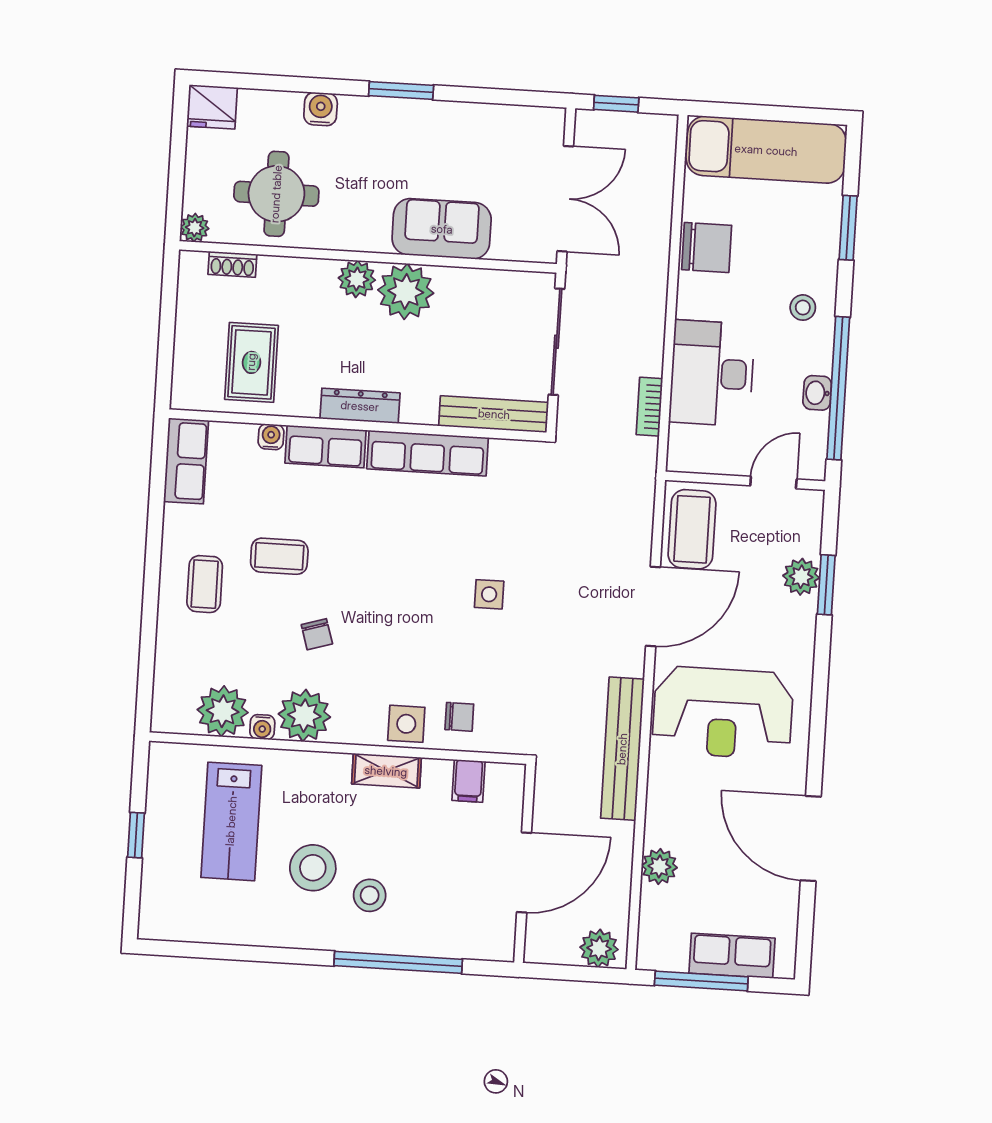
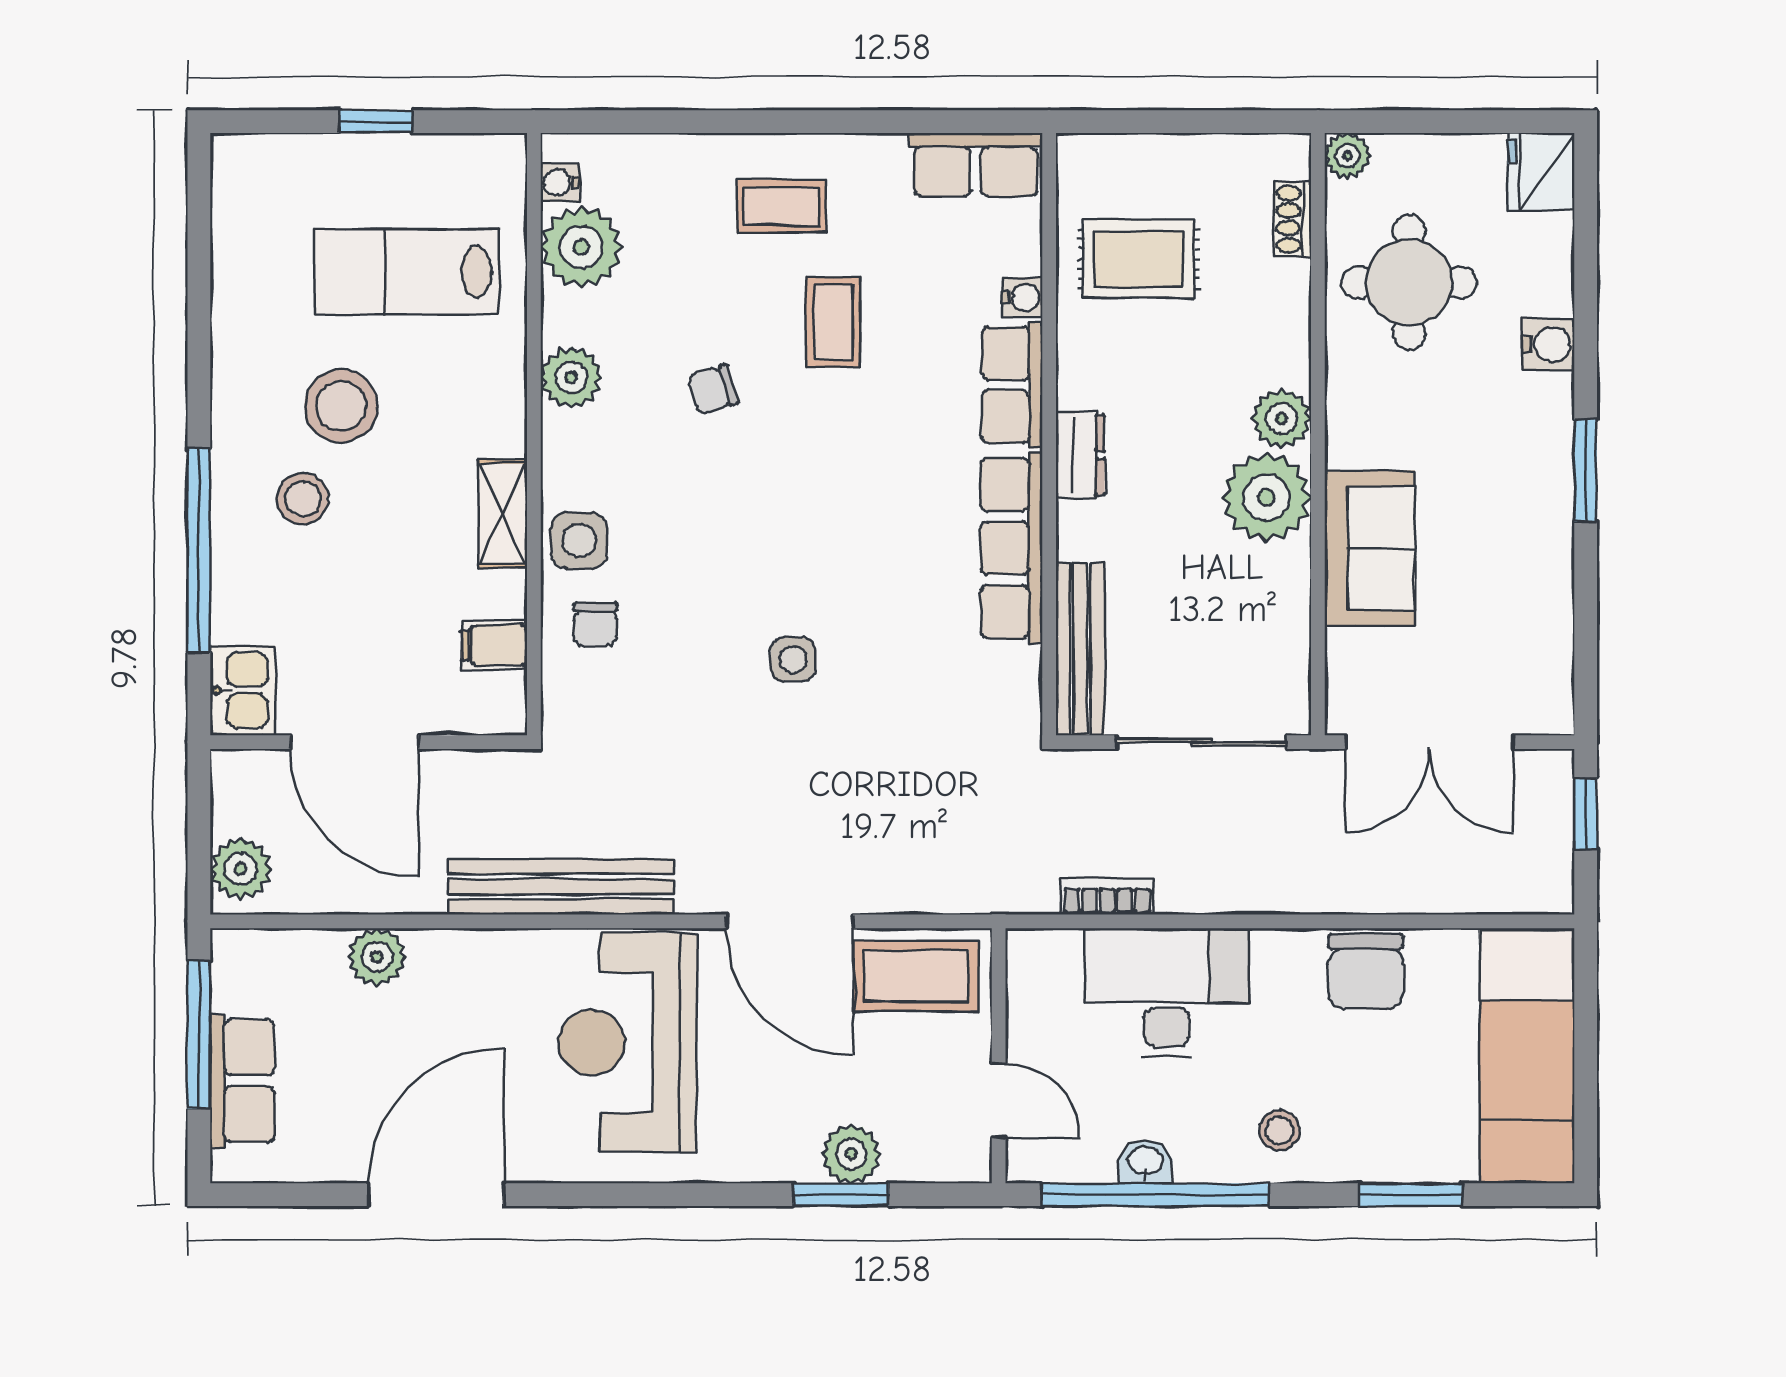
dresser: (360, 406) -> (1080, 455), width x0.70
plant: (304, 716) -> (571, 377), width x0.73, depth x0.73
water cooler: (262, 727) -> (560, 183), moved
kitchen sink: (487, 940) -> (243, 690), added

